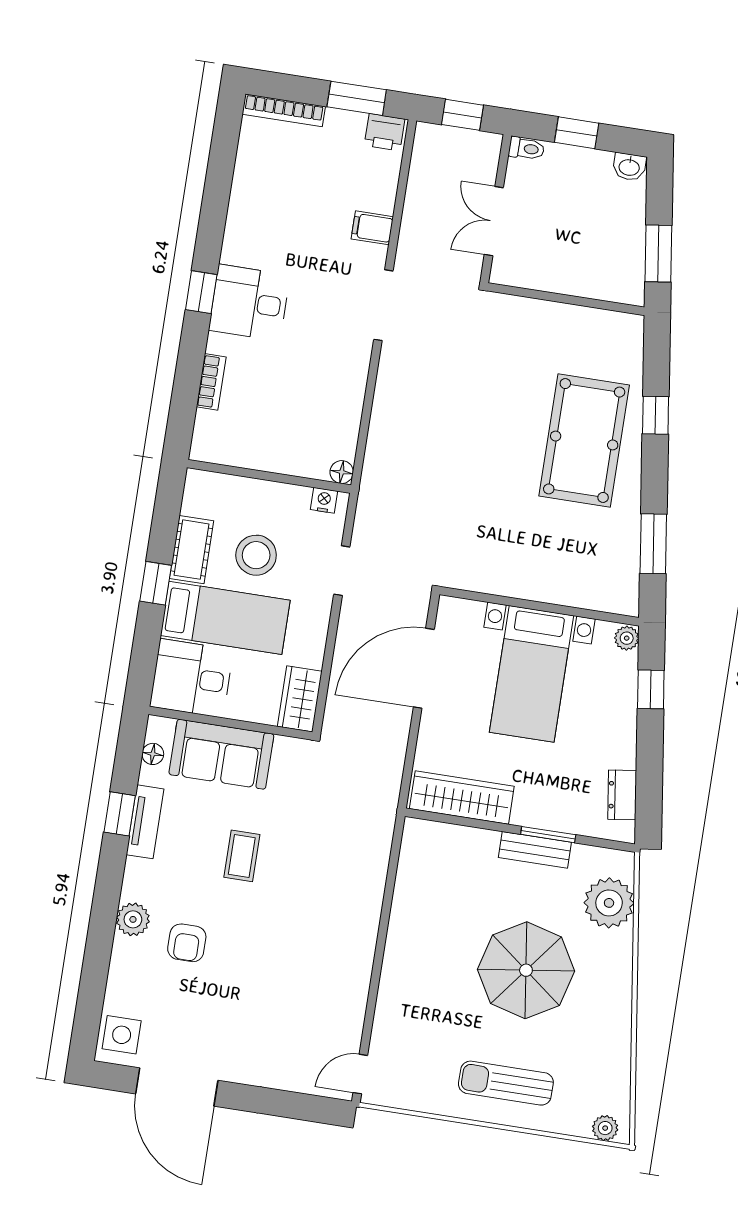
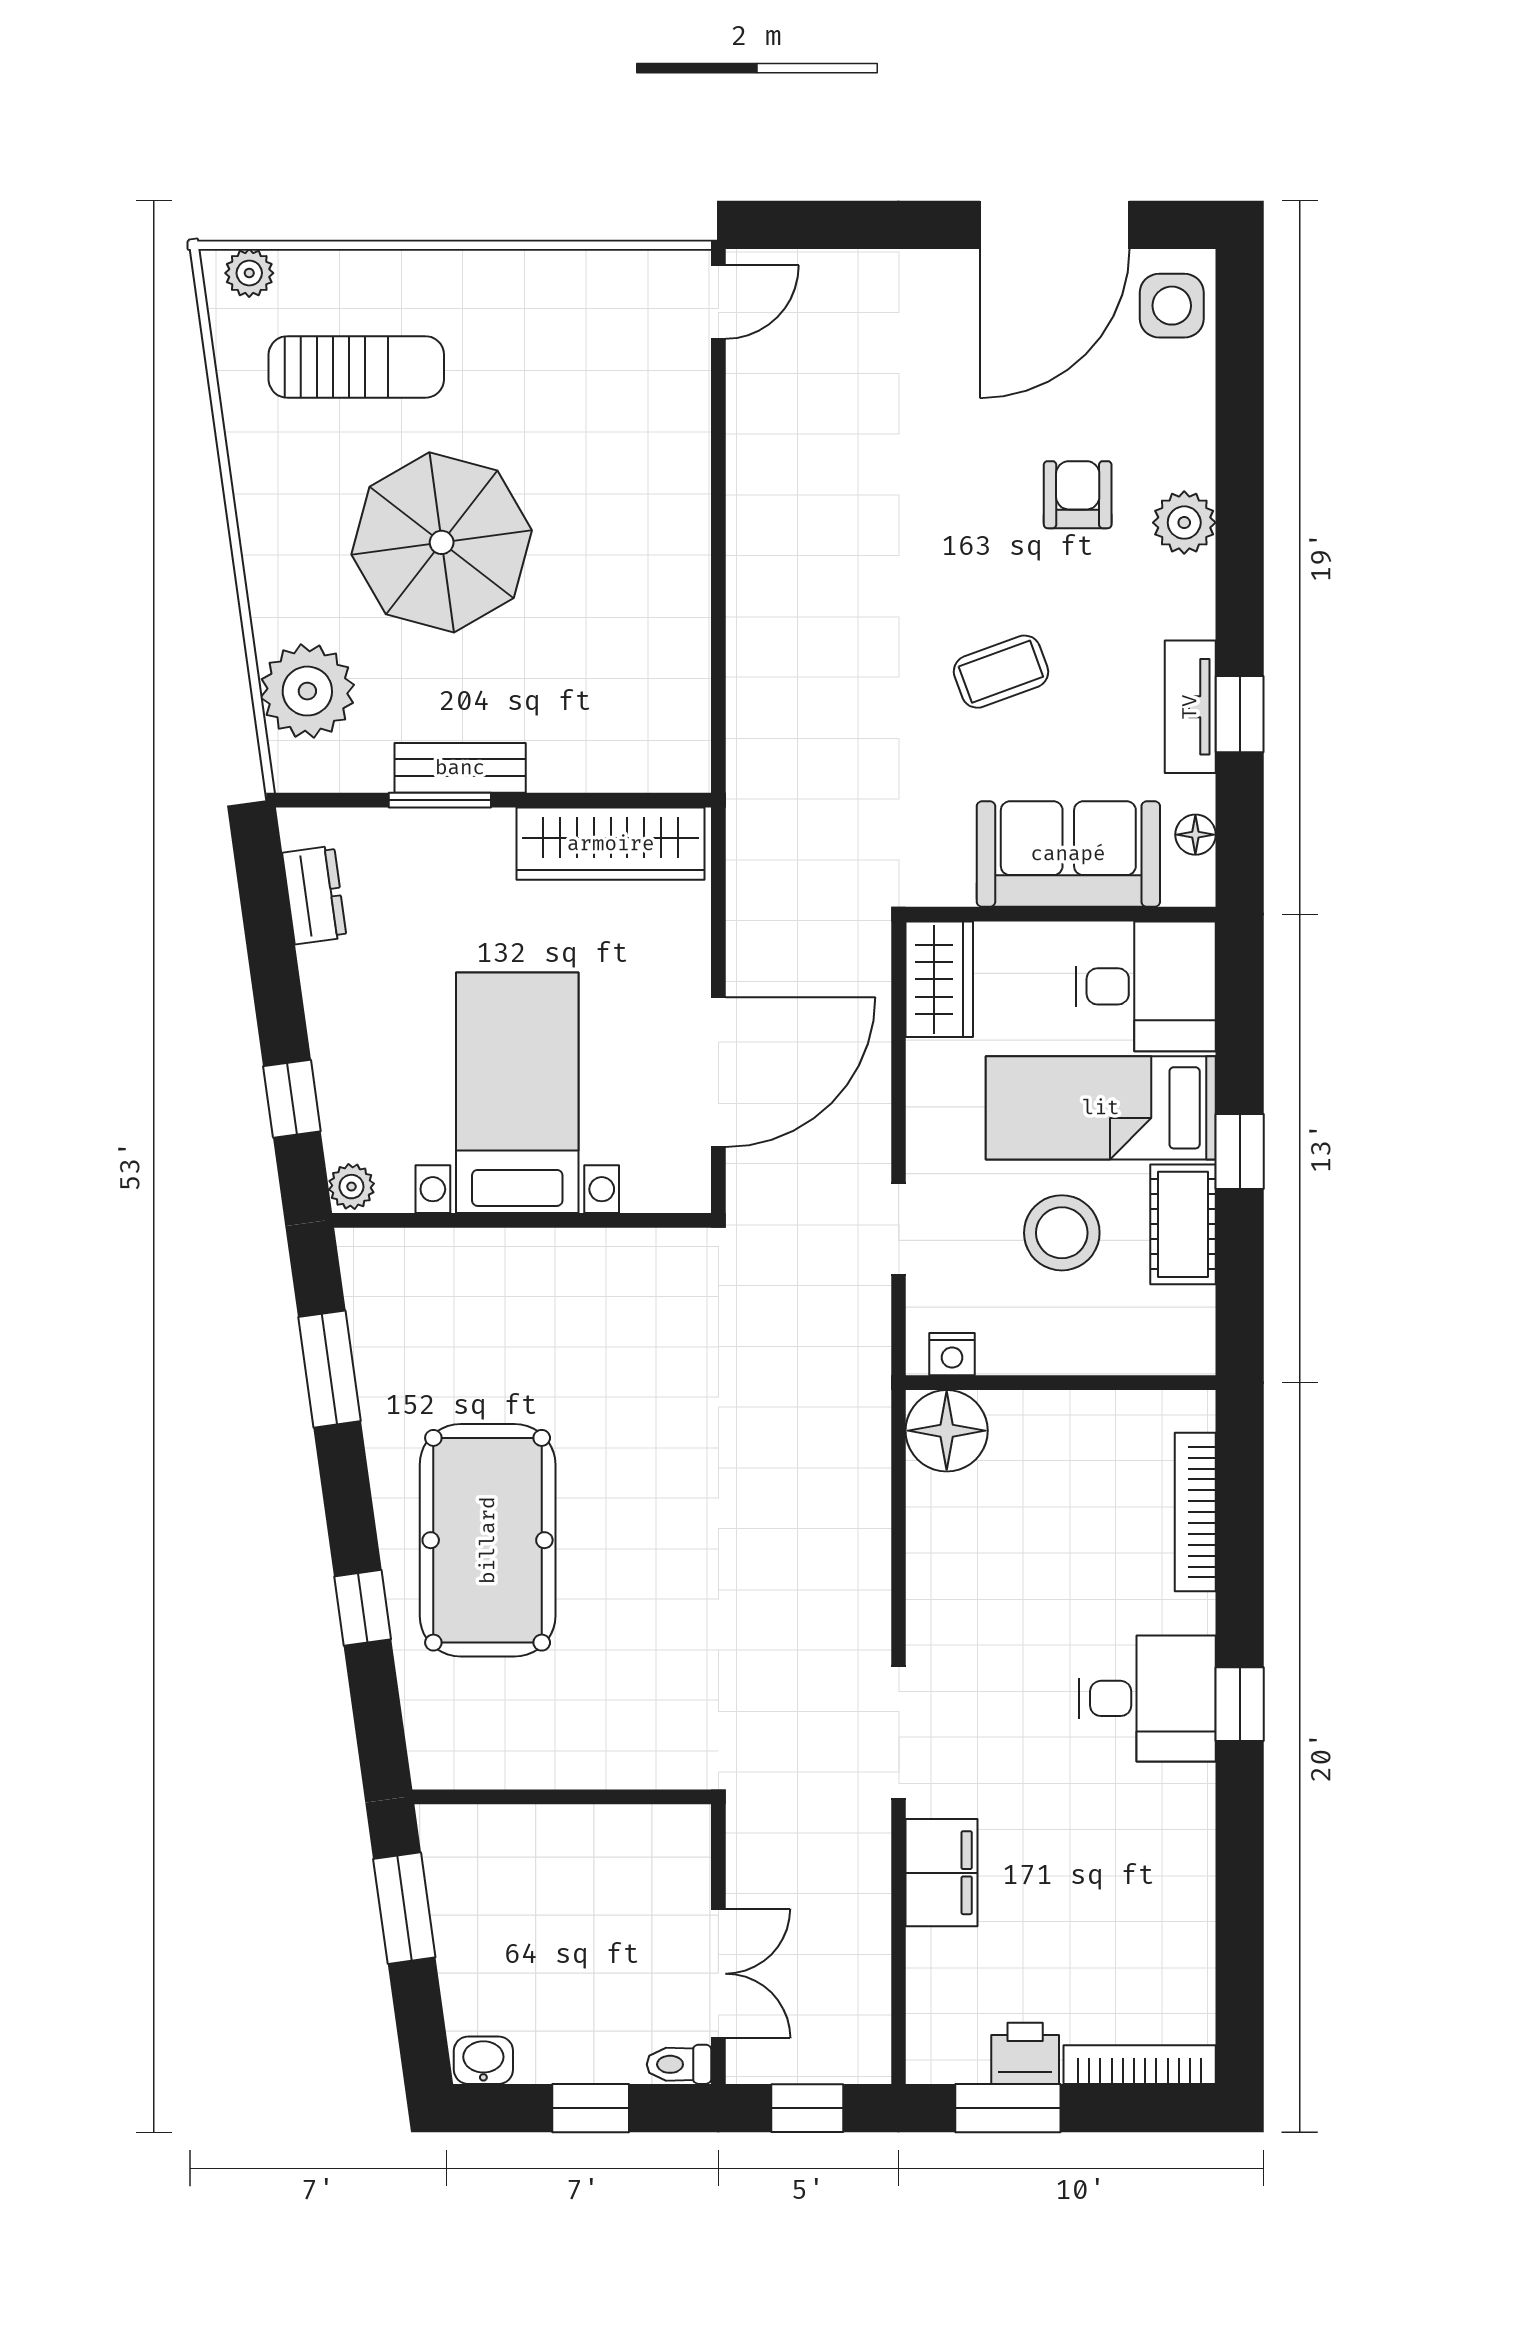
printer: (385, 132) -> (1025, 2053), moved
double door: (494, 221) -> (718, 1974), moved
filing cabinet: (372, 228) -> (942, 1873), width x2.00
bookcase: (211, 382) -> (1195, 1512), width x1.56
floor lamp: (342, 472) -> (947, 1431), width x1.89, depth x1.89
coffee table: (242, 856) -> (1001, 672), turned 70
sun lounger: (506, 1083) -> (356, 367), moved
door: (177, 1087) -> (1055, 225), swing flipped

